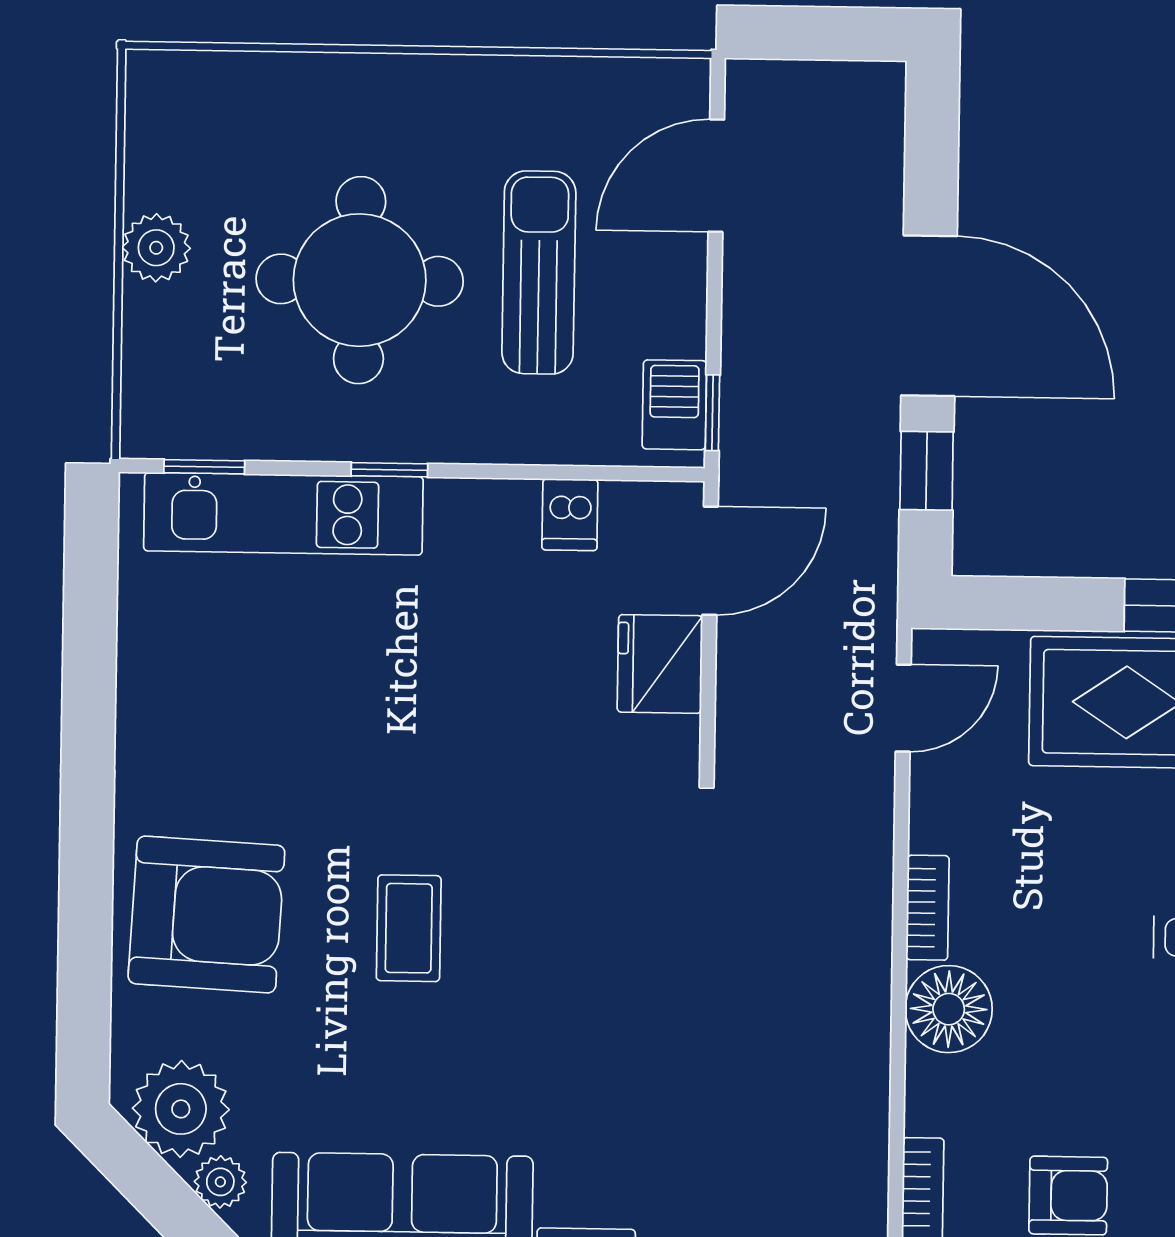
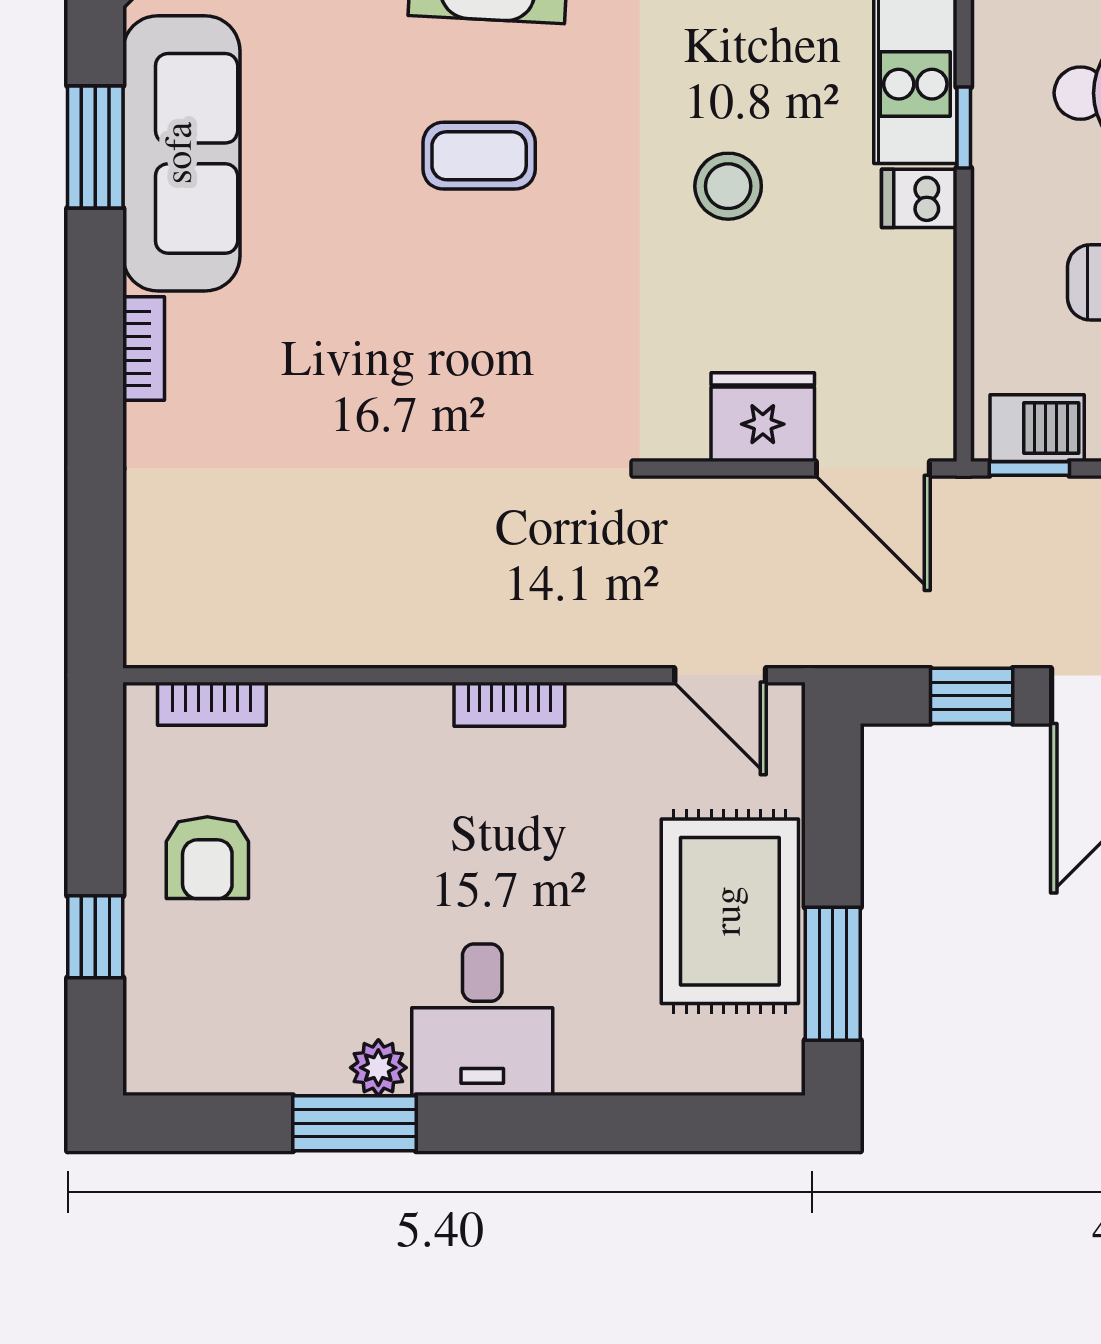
dishwasher: (570, 515) -> (919, 198), moved
stool: (441, 693) -> (728, 186), added
floor lamp: (949, 1009) -> (403, 728), removed

